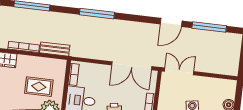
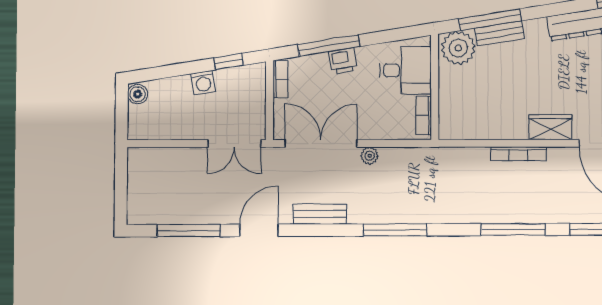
bench: (55, 49) -> (320, 214), moved
plant: (106, 56) -> (370, 156), added
rug: (39, 87) -> (483, 86), removed

